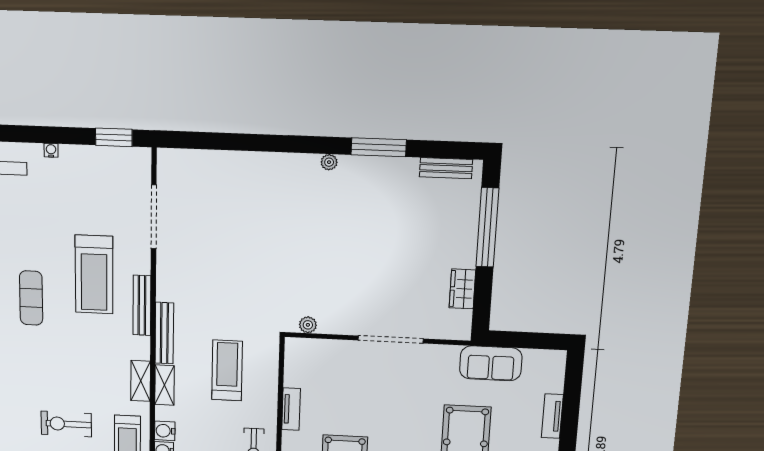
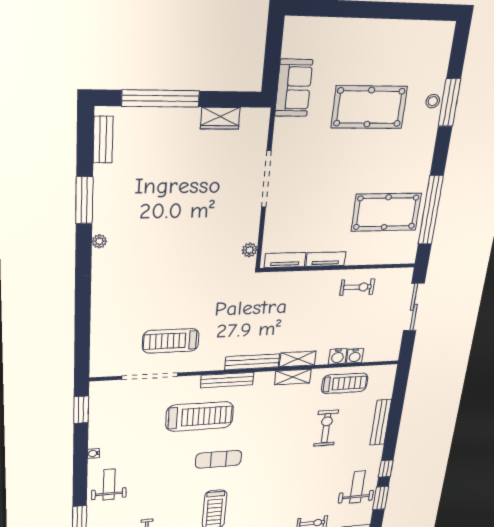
treadmill: (227, 370) -> (171, 341), moved
tv unit: (552, 416) -> (285, 260), moved, turned 180
exercise bike: (66, 424) -> (326, 428), turned 180

